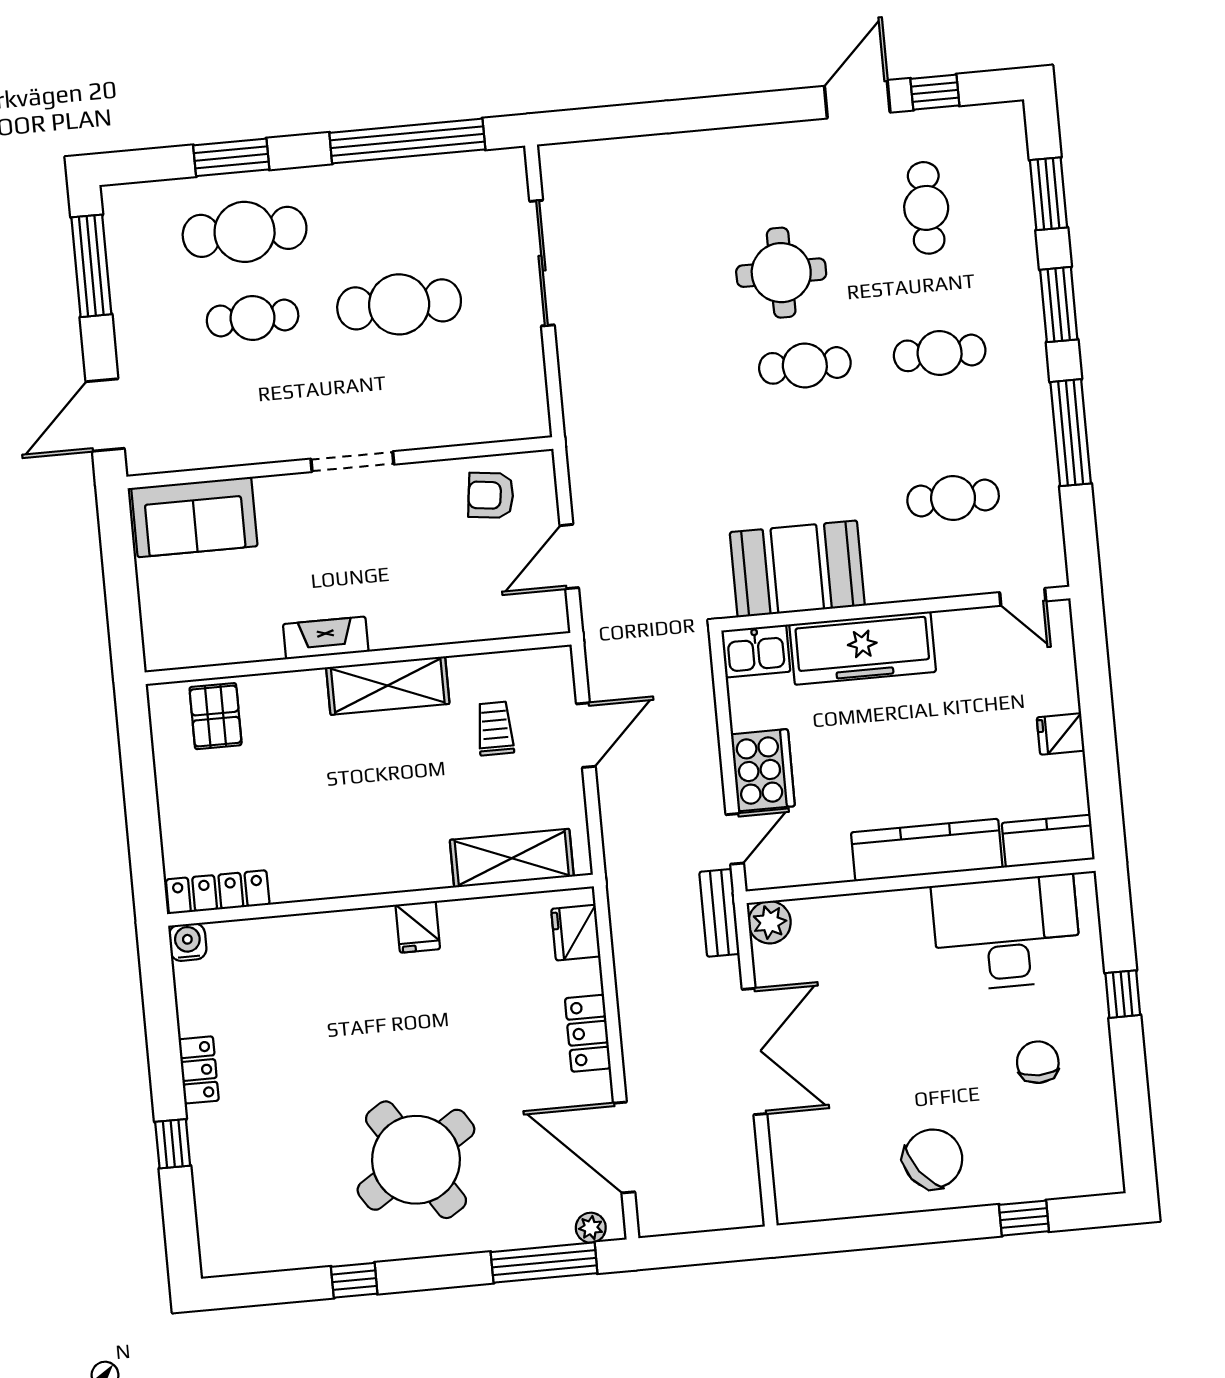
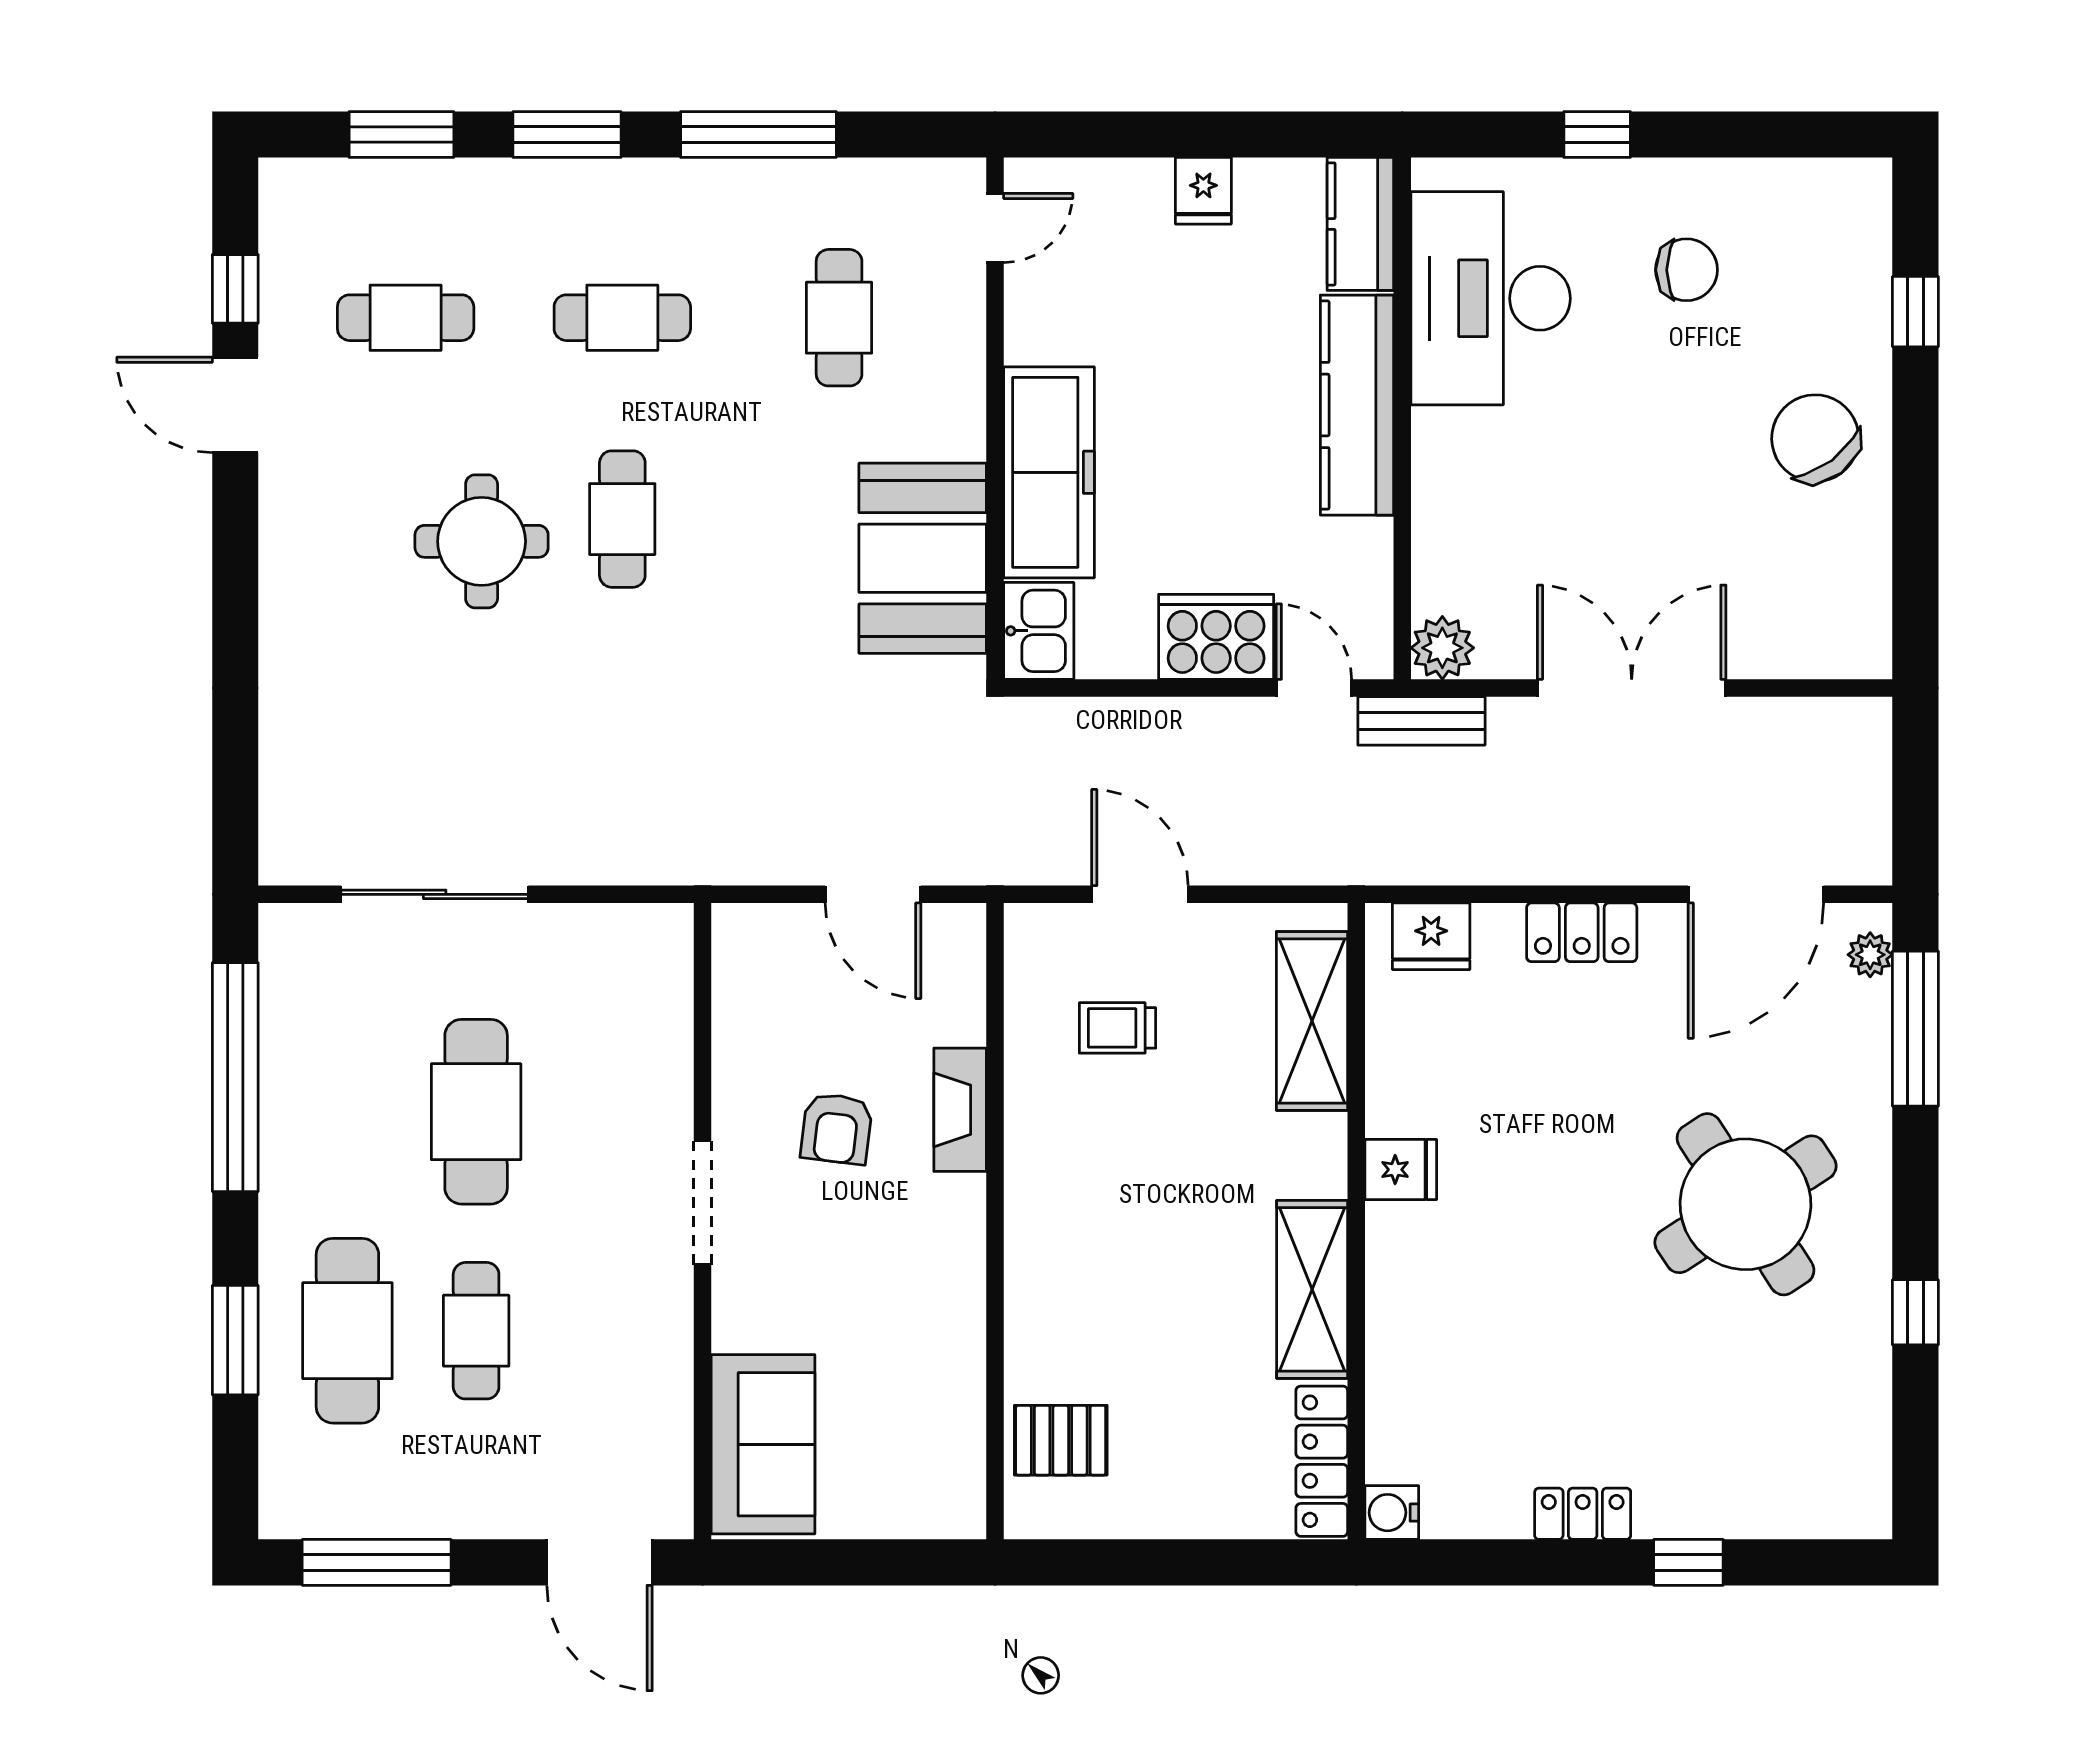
cafe table: (940, 353) -> (622, 318), turned 90
armchair: (491, 495) -> (836, 1129), moved
fireplace: (326, 638) -> (960, 1110), moved
shelving: (388, 686) -> (1312, 1289), moved
chair: (1038, 1062) -> (1686, 270), turned 180

